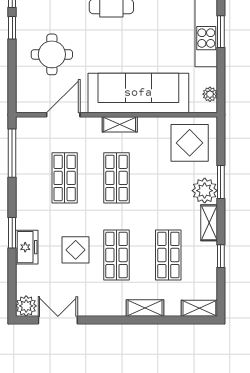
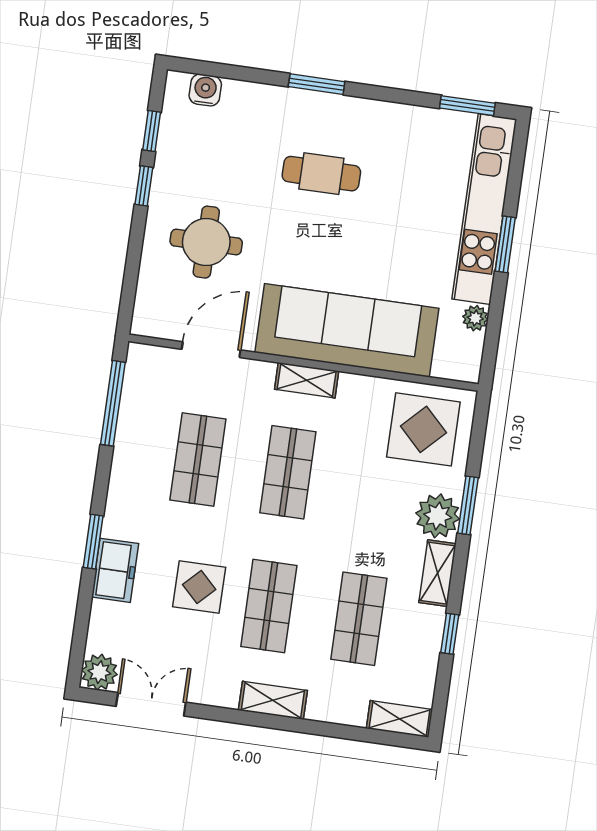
plant: (210, 94) -> (475, 318), moved
shelving: (145, 308) -> (273, 700), moved

